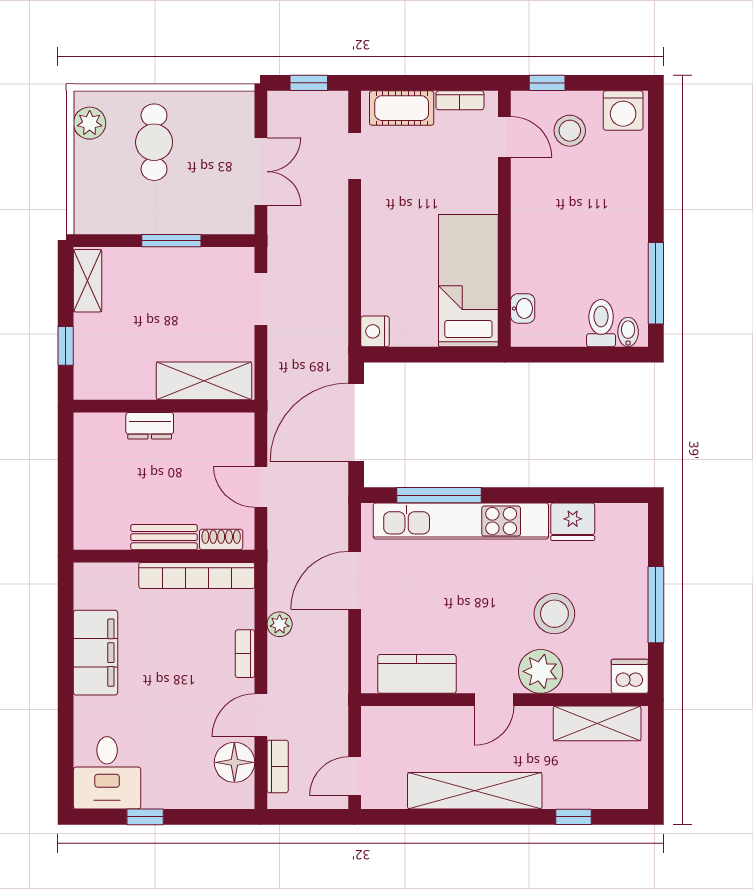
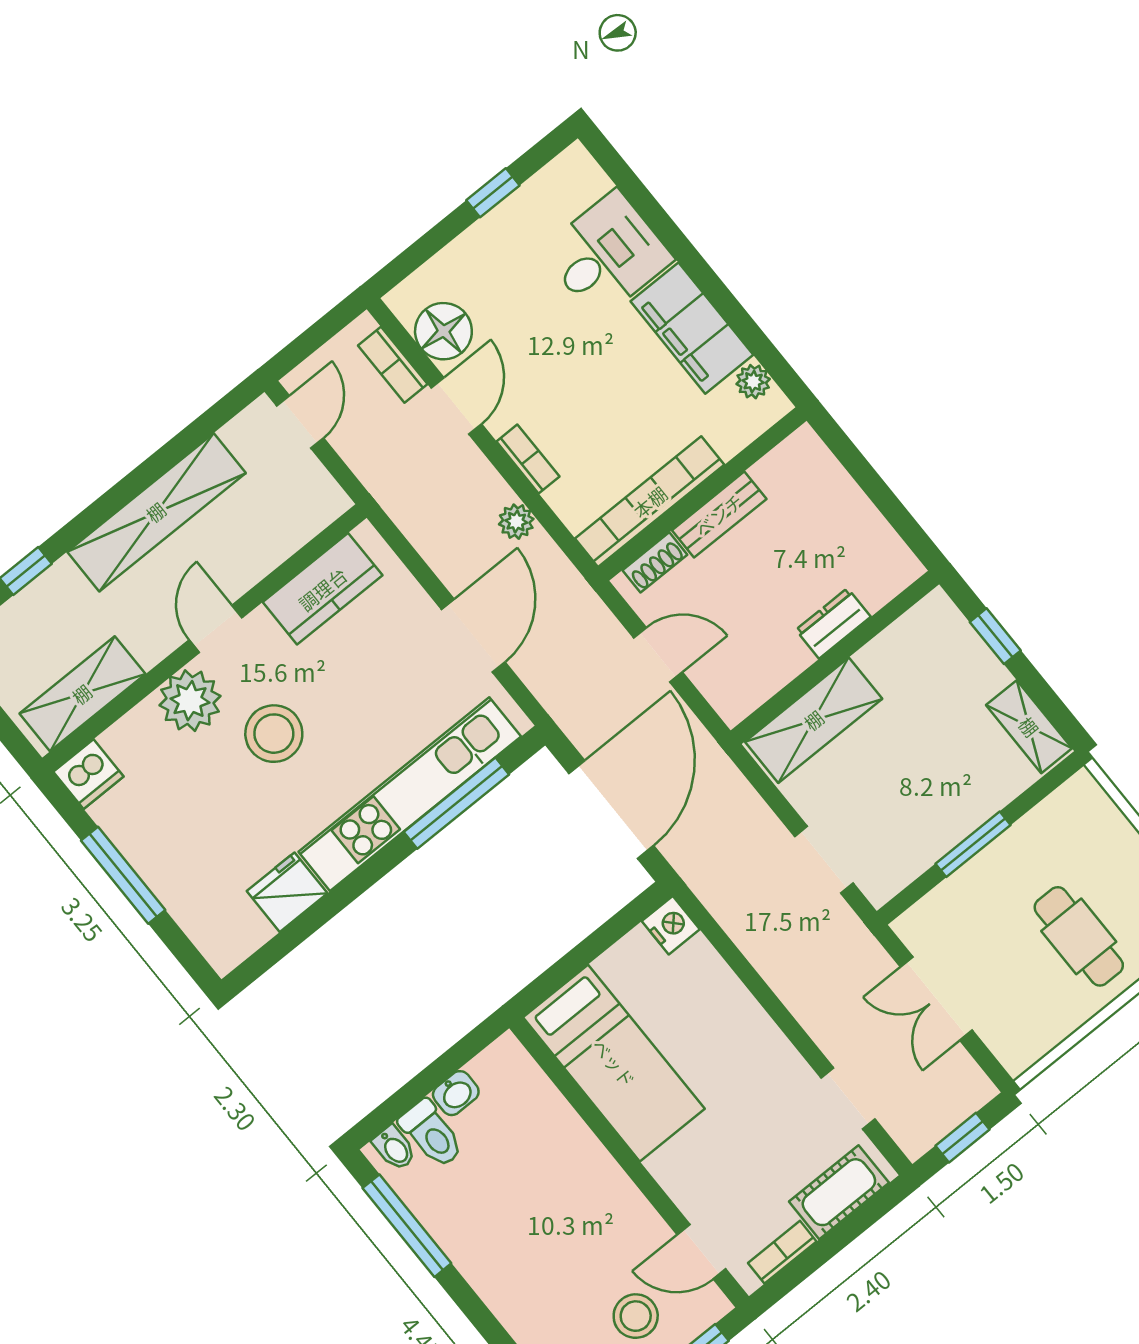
washbasin: (523, 308) -> (456, 1093), moved, turned -90
plant: (86, 596) -> (753, 382), added
stool: (554, 614) -> (274, 734), moved
desk: (107, 773) -> (607, 255), moved, turned 90

